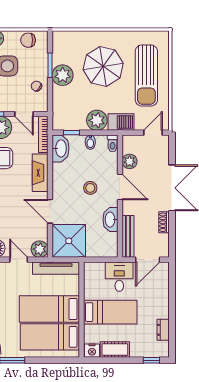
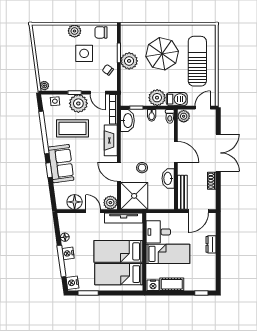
sun lounger: (146, 76) -> (197, 61), turned 180
plant: (130, 161) -> (184, 116), moved
stool: (90, 188) -> (142, 168), moved
desk: (119, 277) -> (158, 232), moved, turned -90
dresser: (163, 330) -> (211, 244), moved

